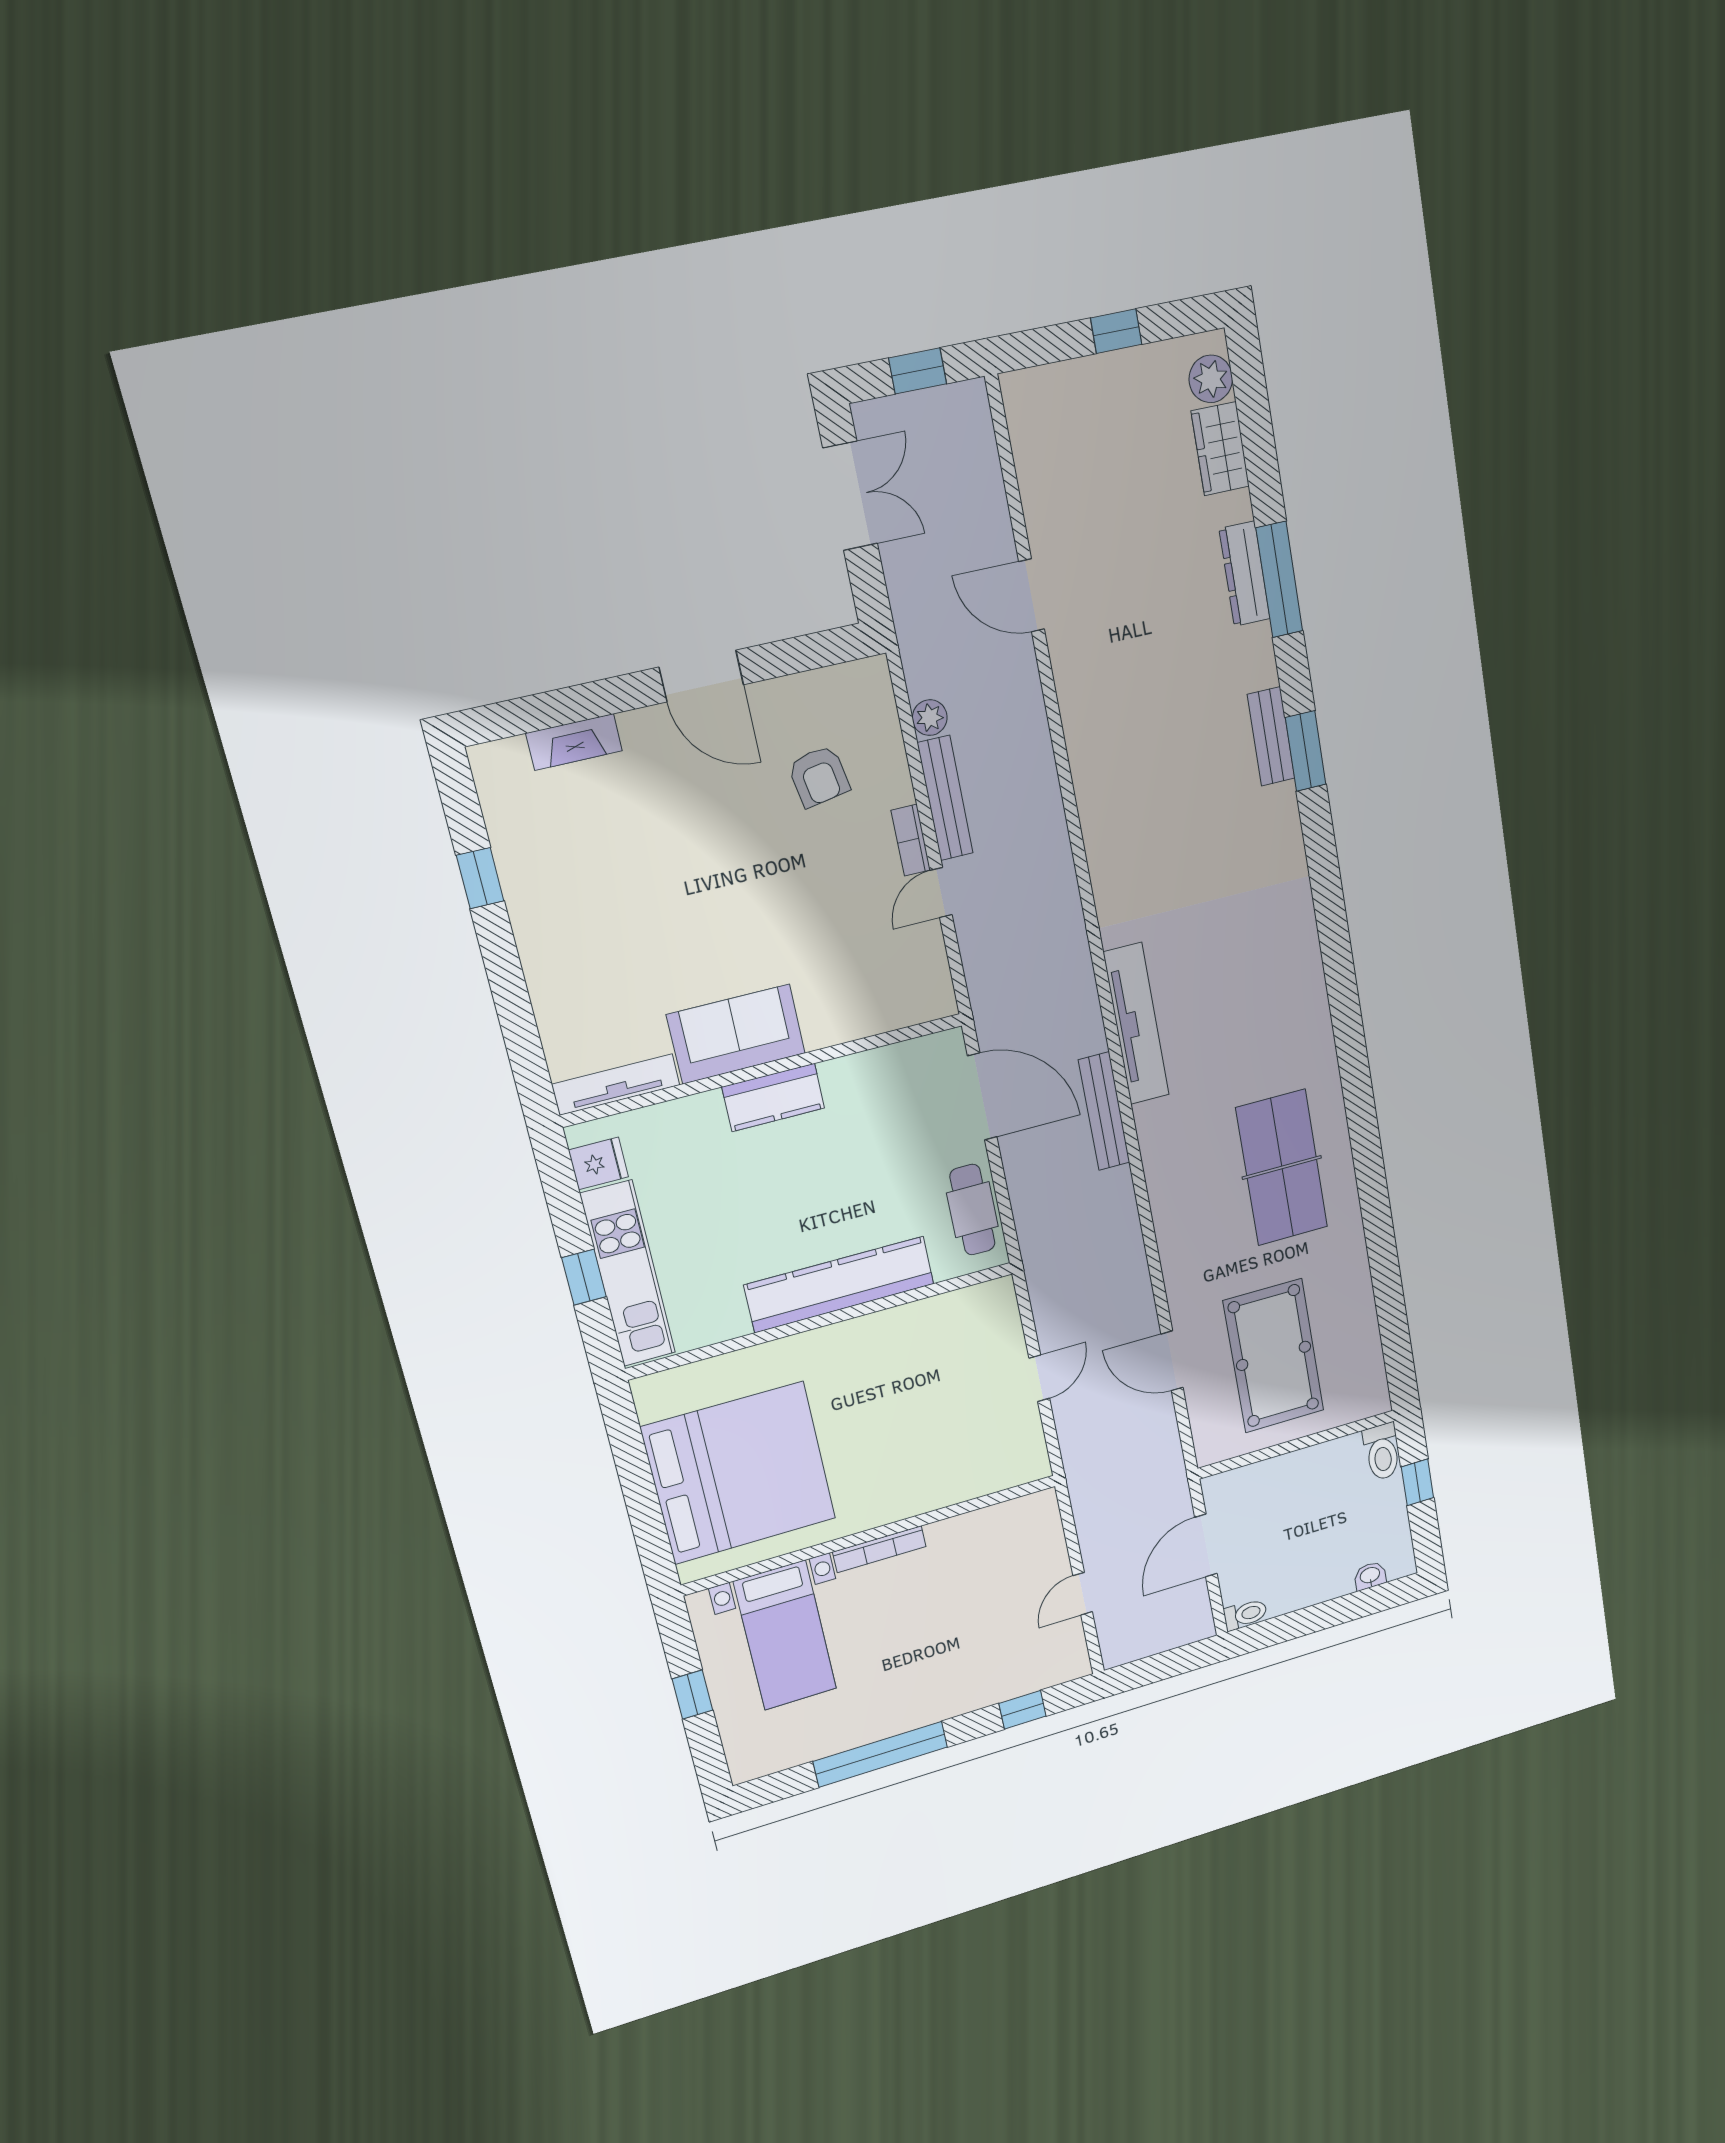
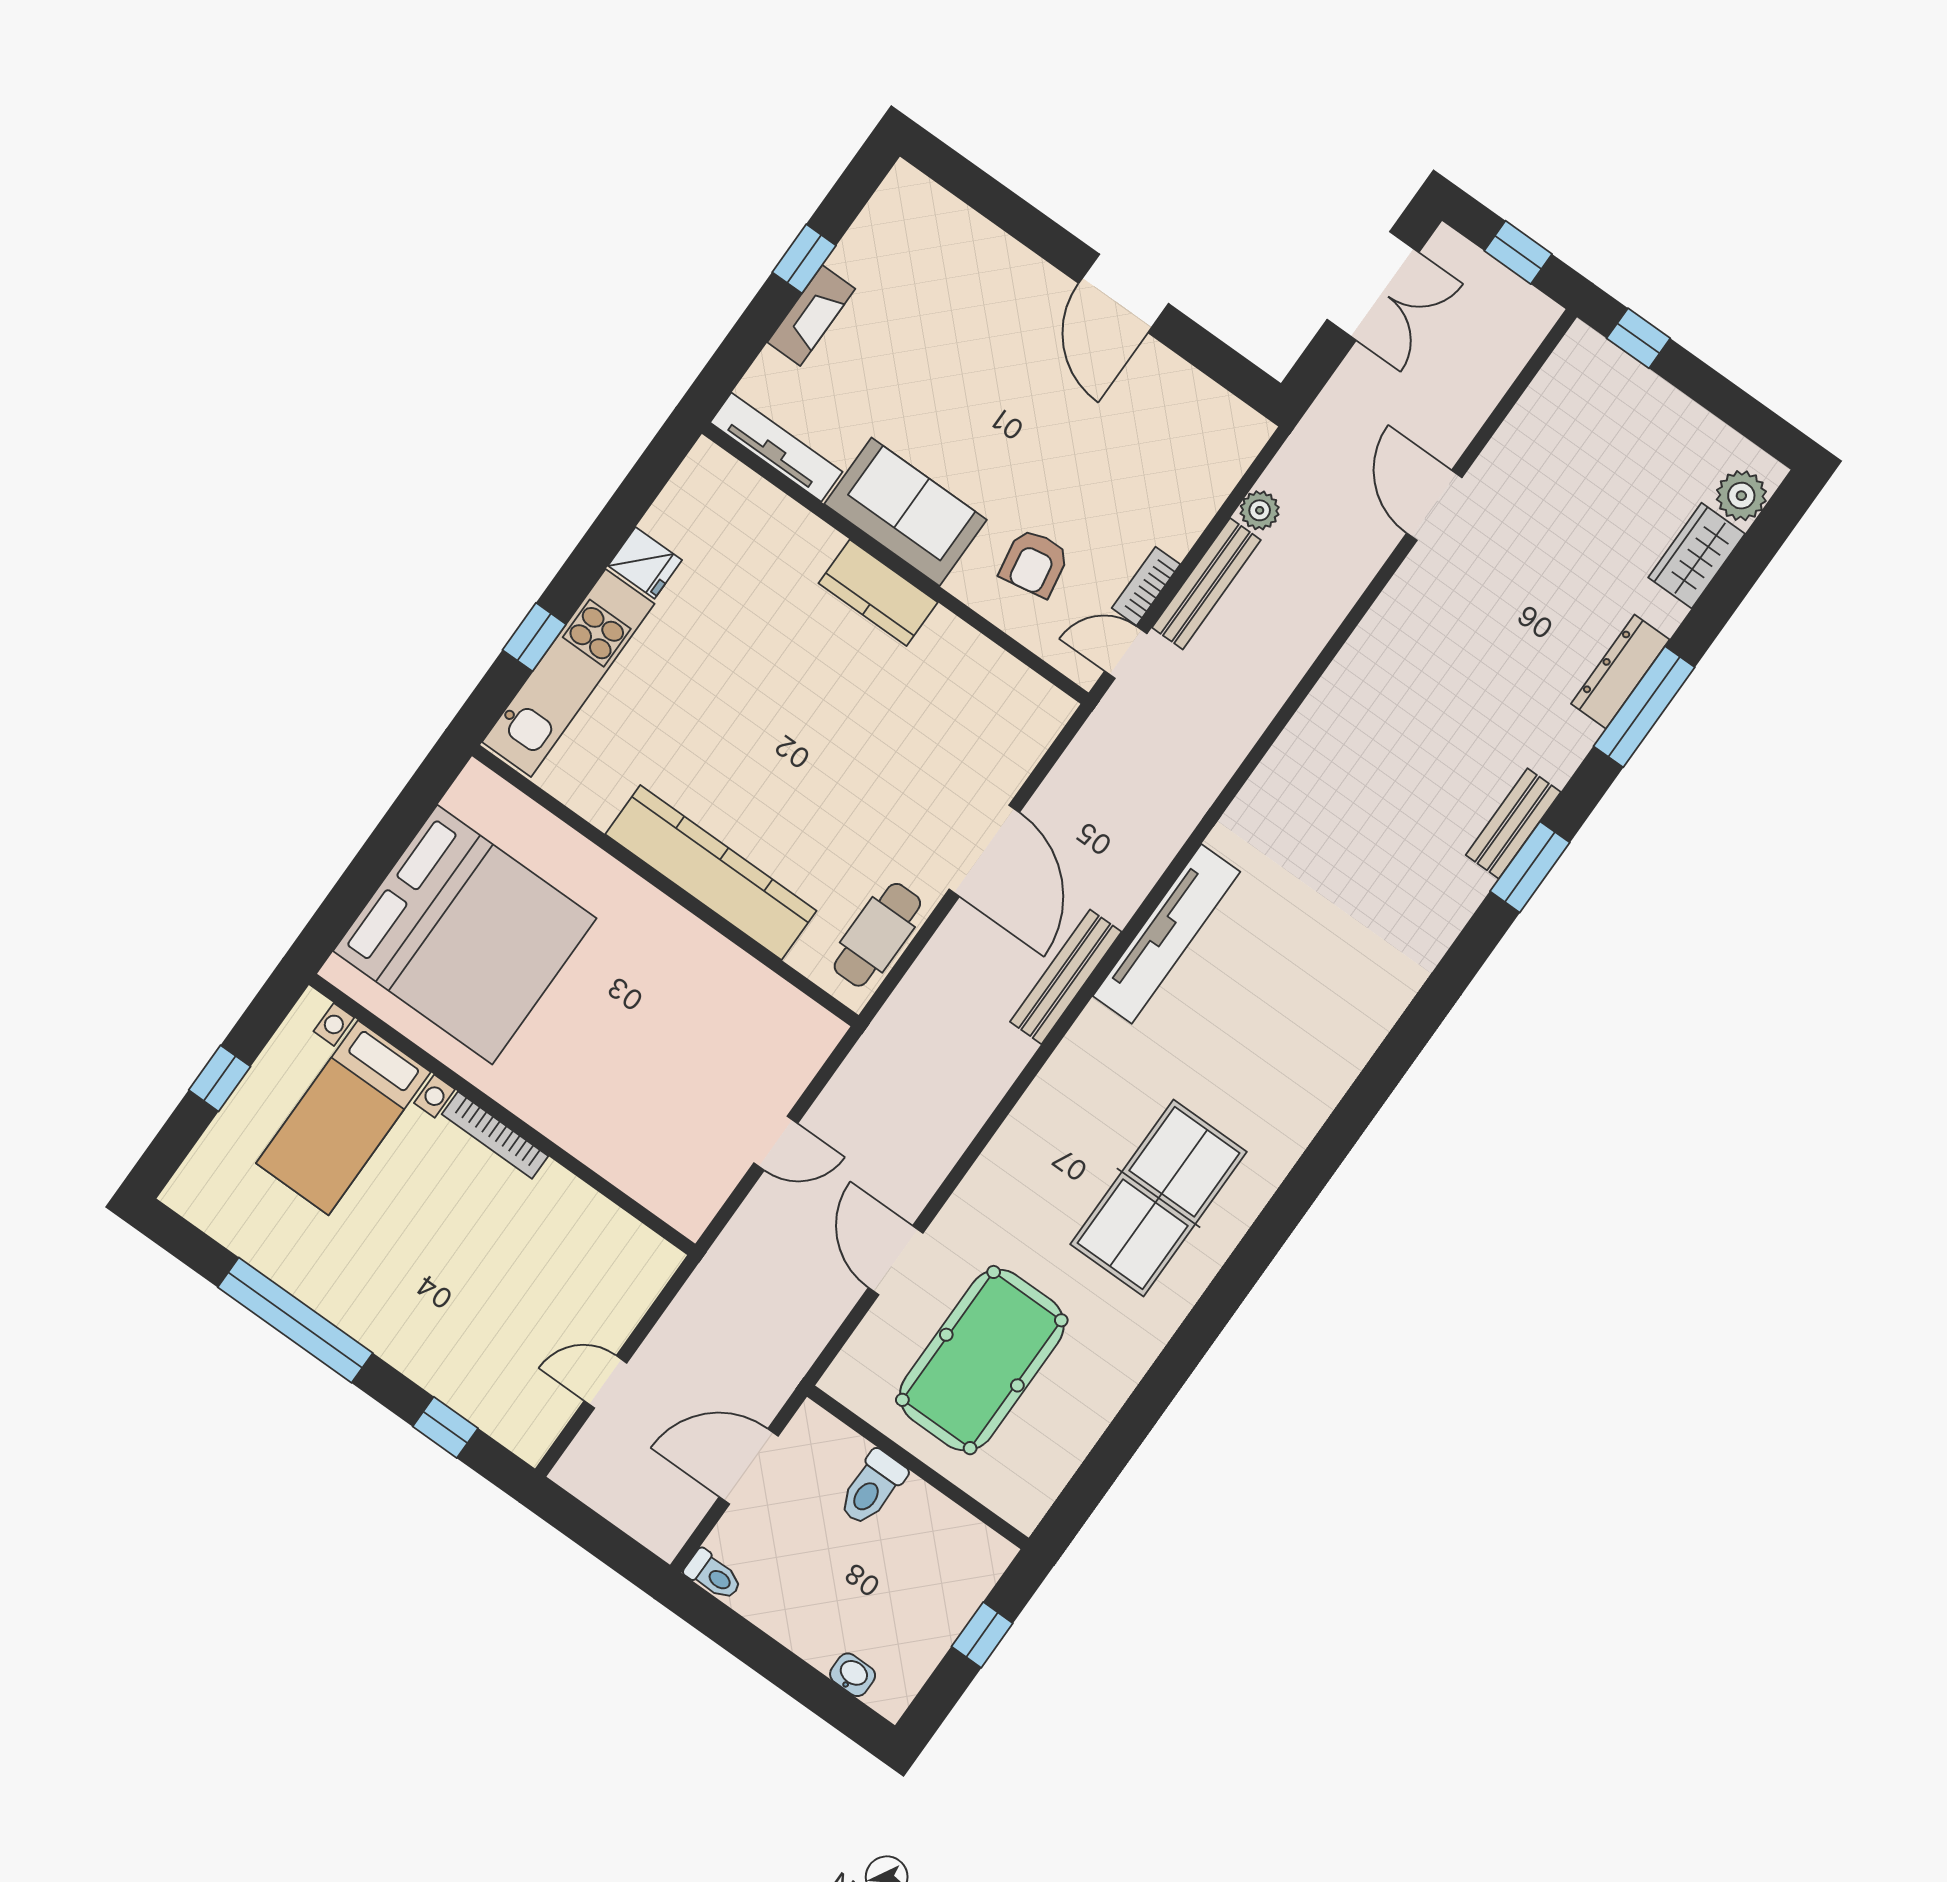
window: (1116, 331) -> (1638, 338), moved
fireplace: (574, 742) -> (811, 316), moved, turned -90
armchair: (819, 776) -> (1034, 563), moved
sofa: (736, 1034) -> (906, 512), moved
wall: (764, 1070) -> (895, 563), moved
tv unit: (616, 1085) -> (776, 447), moved
kitchen counter: (773, 1097) -> (878, 593), moved
toilet: (1382, 1452) -> (872, 1488), moved

